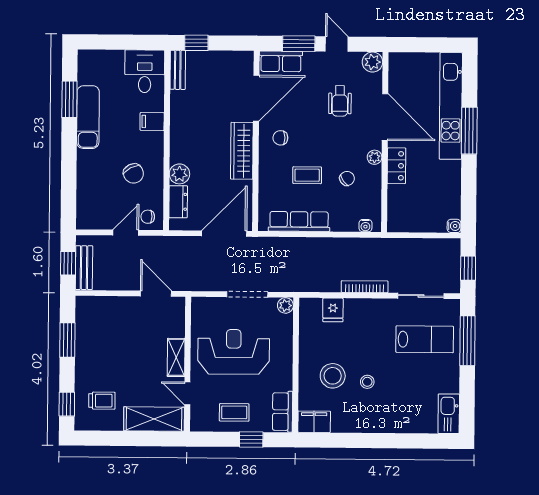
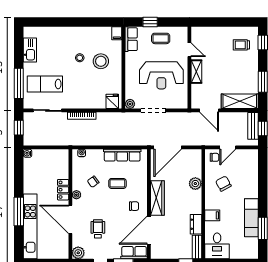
dresser: (178, 202) -> (196, 224), moved
fridge: (333, 310) -> (112, 101), moved
kitchen sink: (449, 414) -> (30, 50), moved
shelving: (154, 419) -> (240, 101), moved
filing cabinet: (314, 422) -> (117, 33), width x0.50

